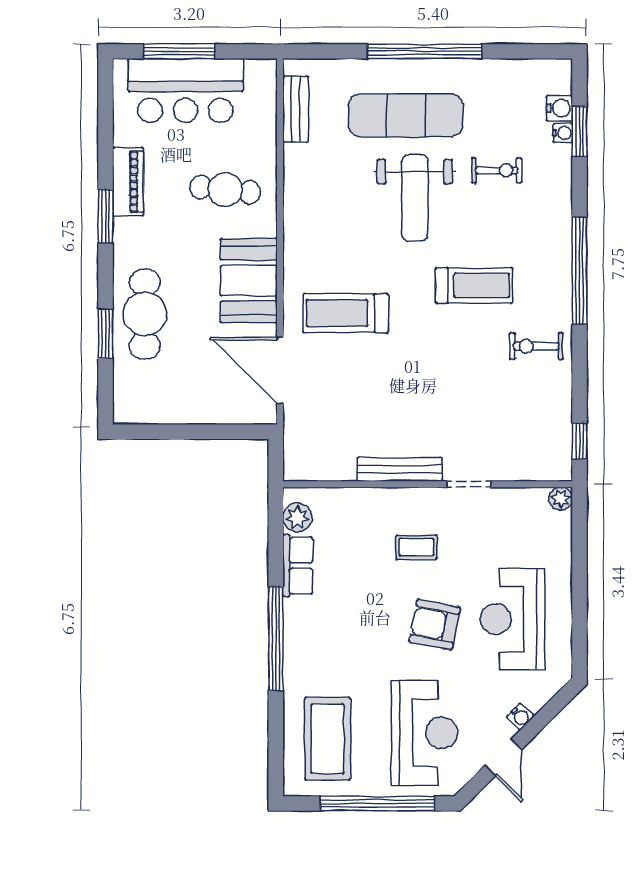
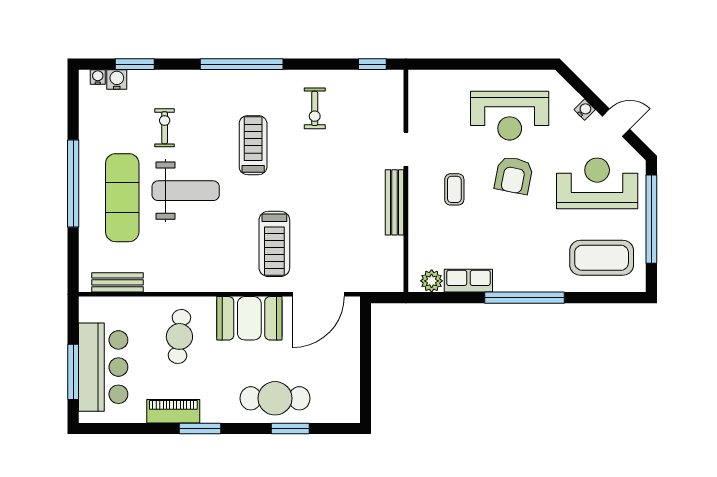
water cooler: (563, 133) -> (98, 77), moved
exercise bike: (536, 346) -> (315, 108), moved
plant: (561, 499) -> (417, 79), removed

